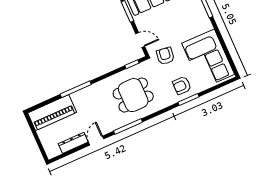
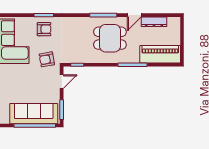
door: (140, 40) -> (62, 82), swing flipped
armchair: (165, 56) -> (47, 59), turned 72
dining table: (133, 95) -> (110, 38), moved

